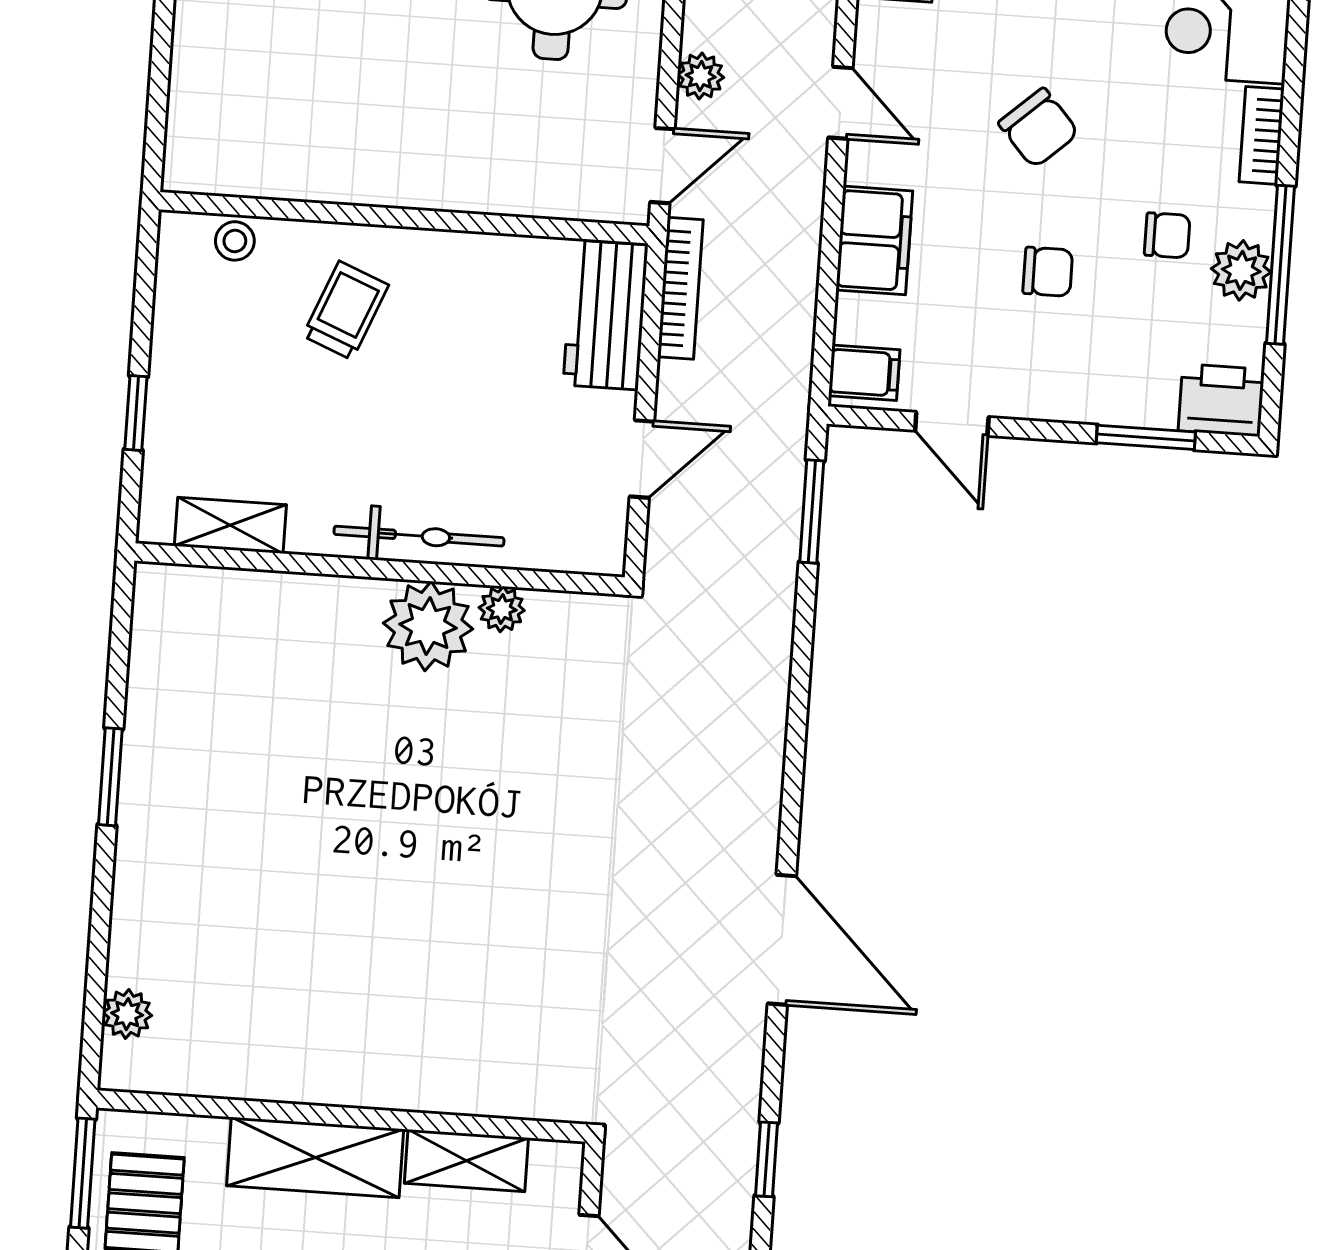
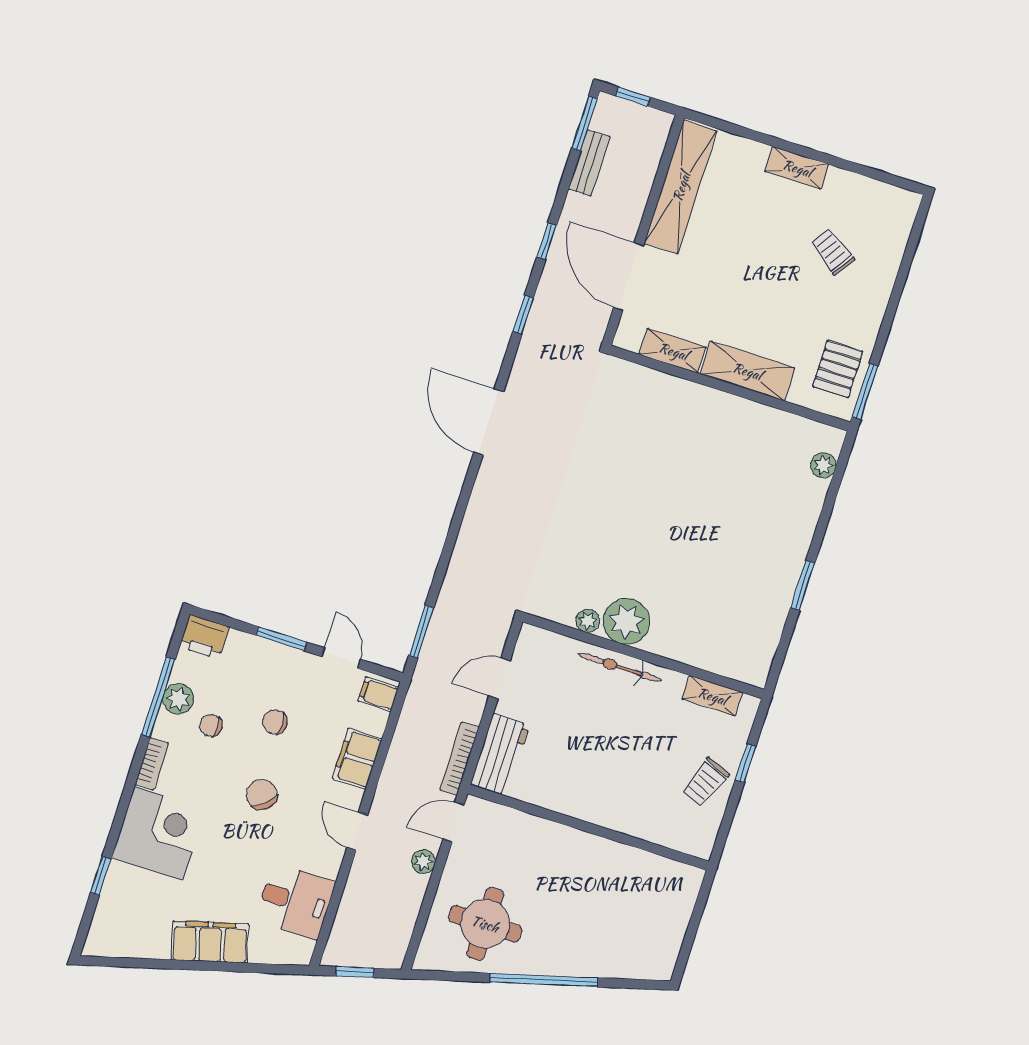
stool: (235, 241) -> (675, 837), removed
trolley: (346, 310) -> (705, 782), moved
window: (1146, 437) -> (281, 639), moved

